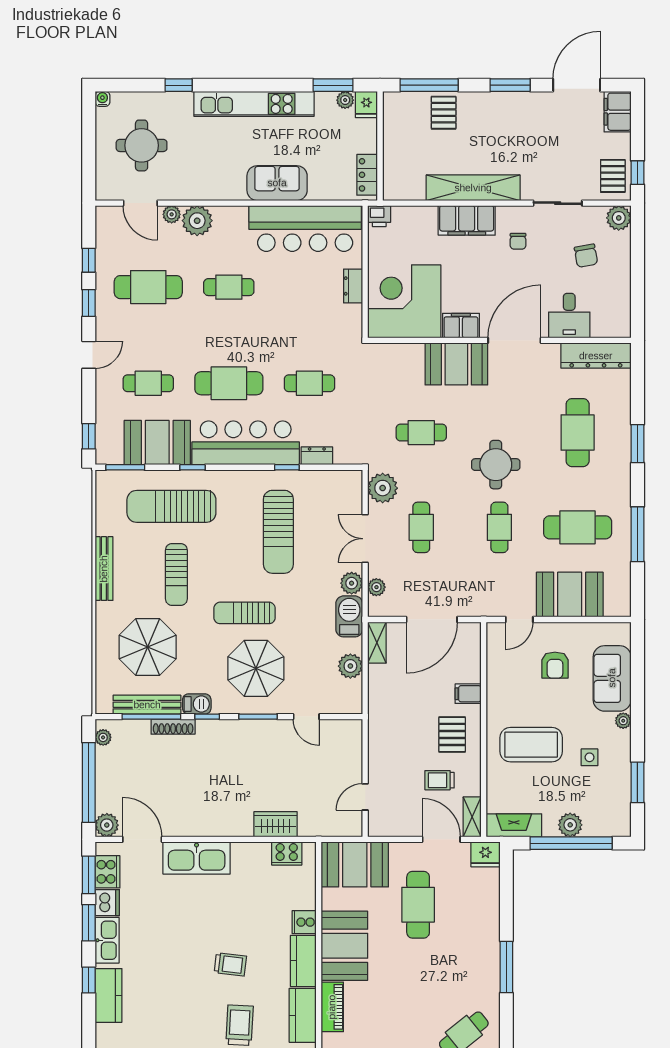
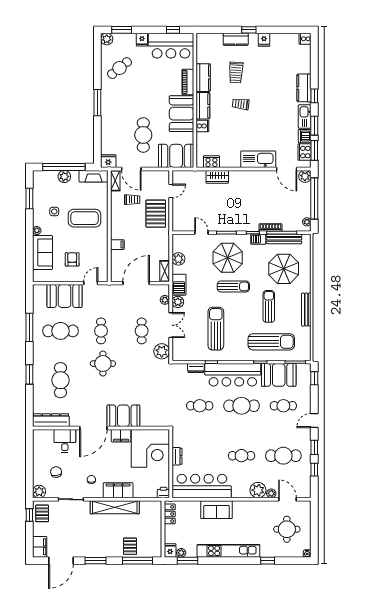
cafe table: (421, 433) -> (142, 380), removed
pallet: (452, 734) -> (156, 214), moved, width x1.50, depth x1.42

